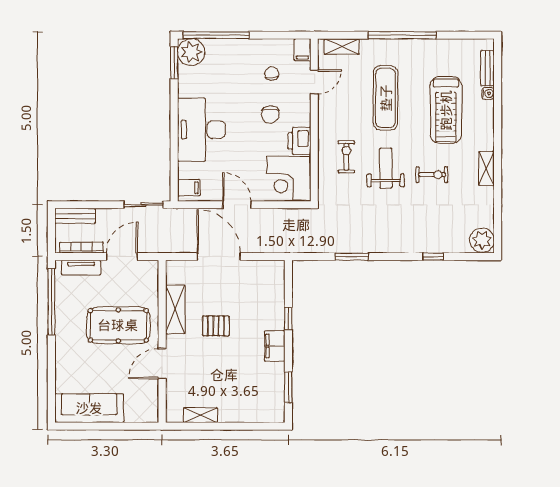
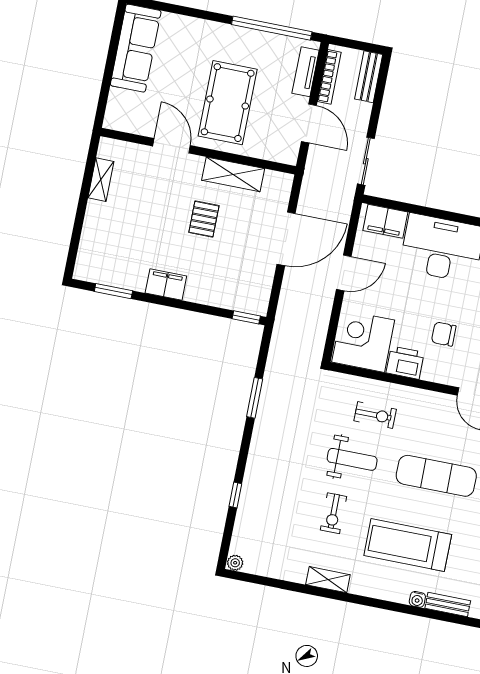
filing cabinet: (189, 188) -> (385, 221), width x2.00
plant: (482, 240) -> (235, 563), width x0.53, depth x0.53
window: (288, 318) -> (246, 317), moved

